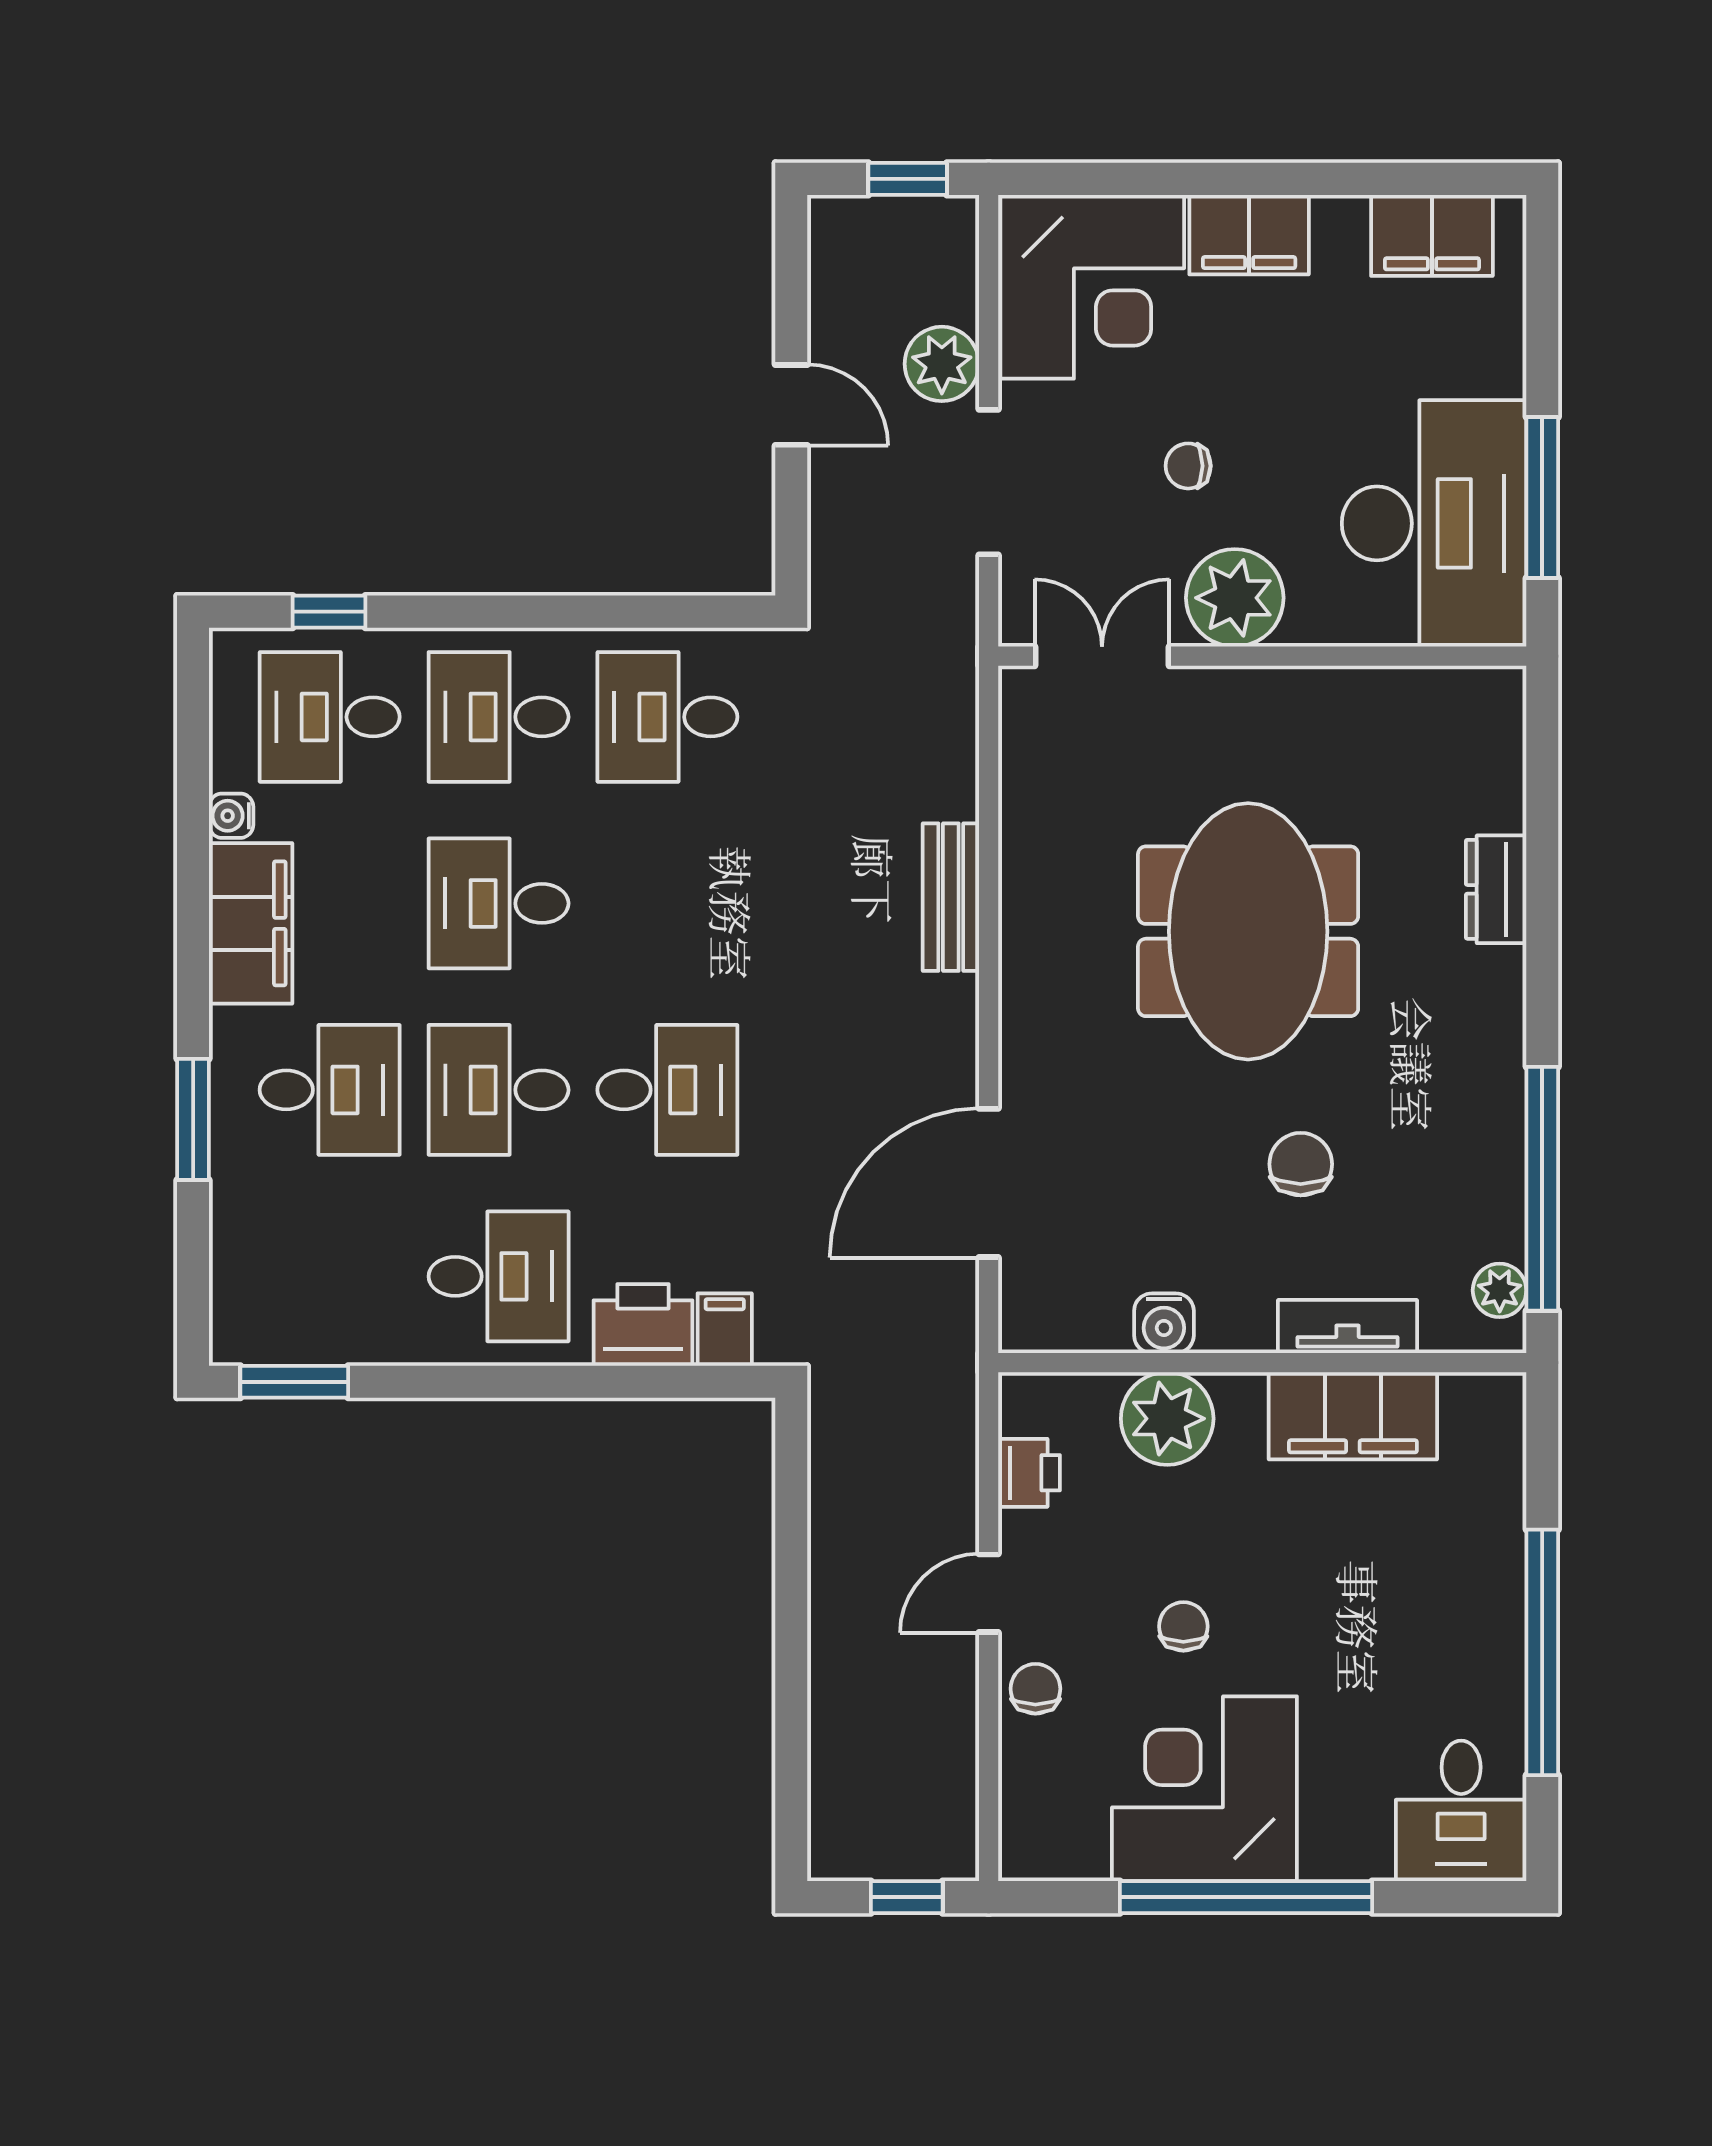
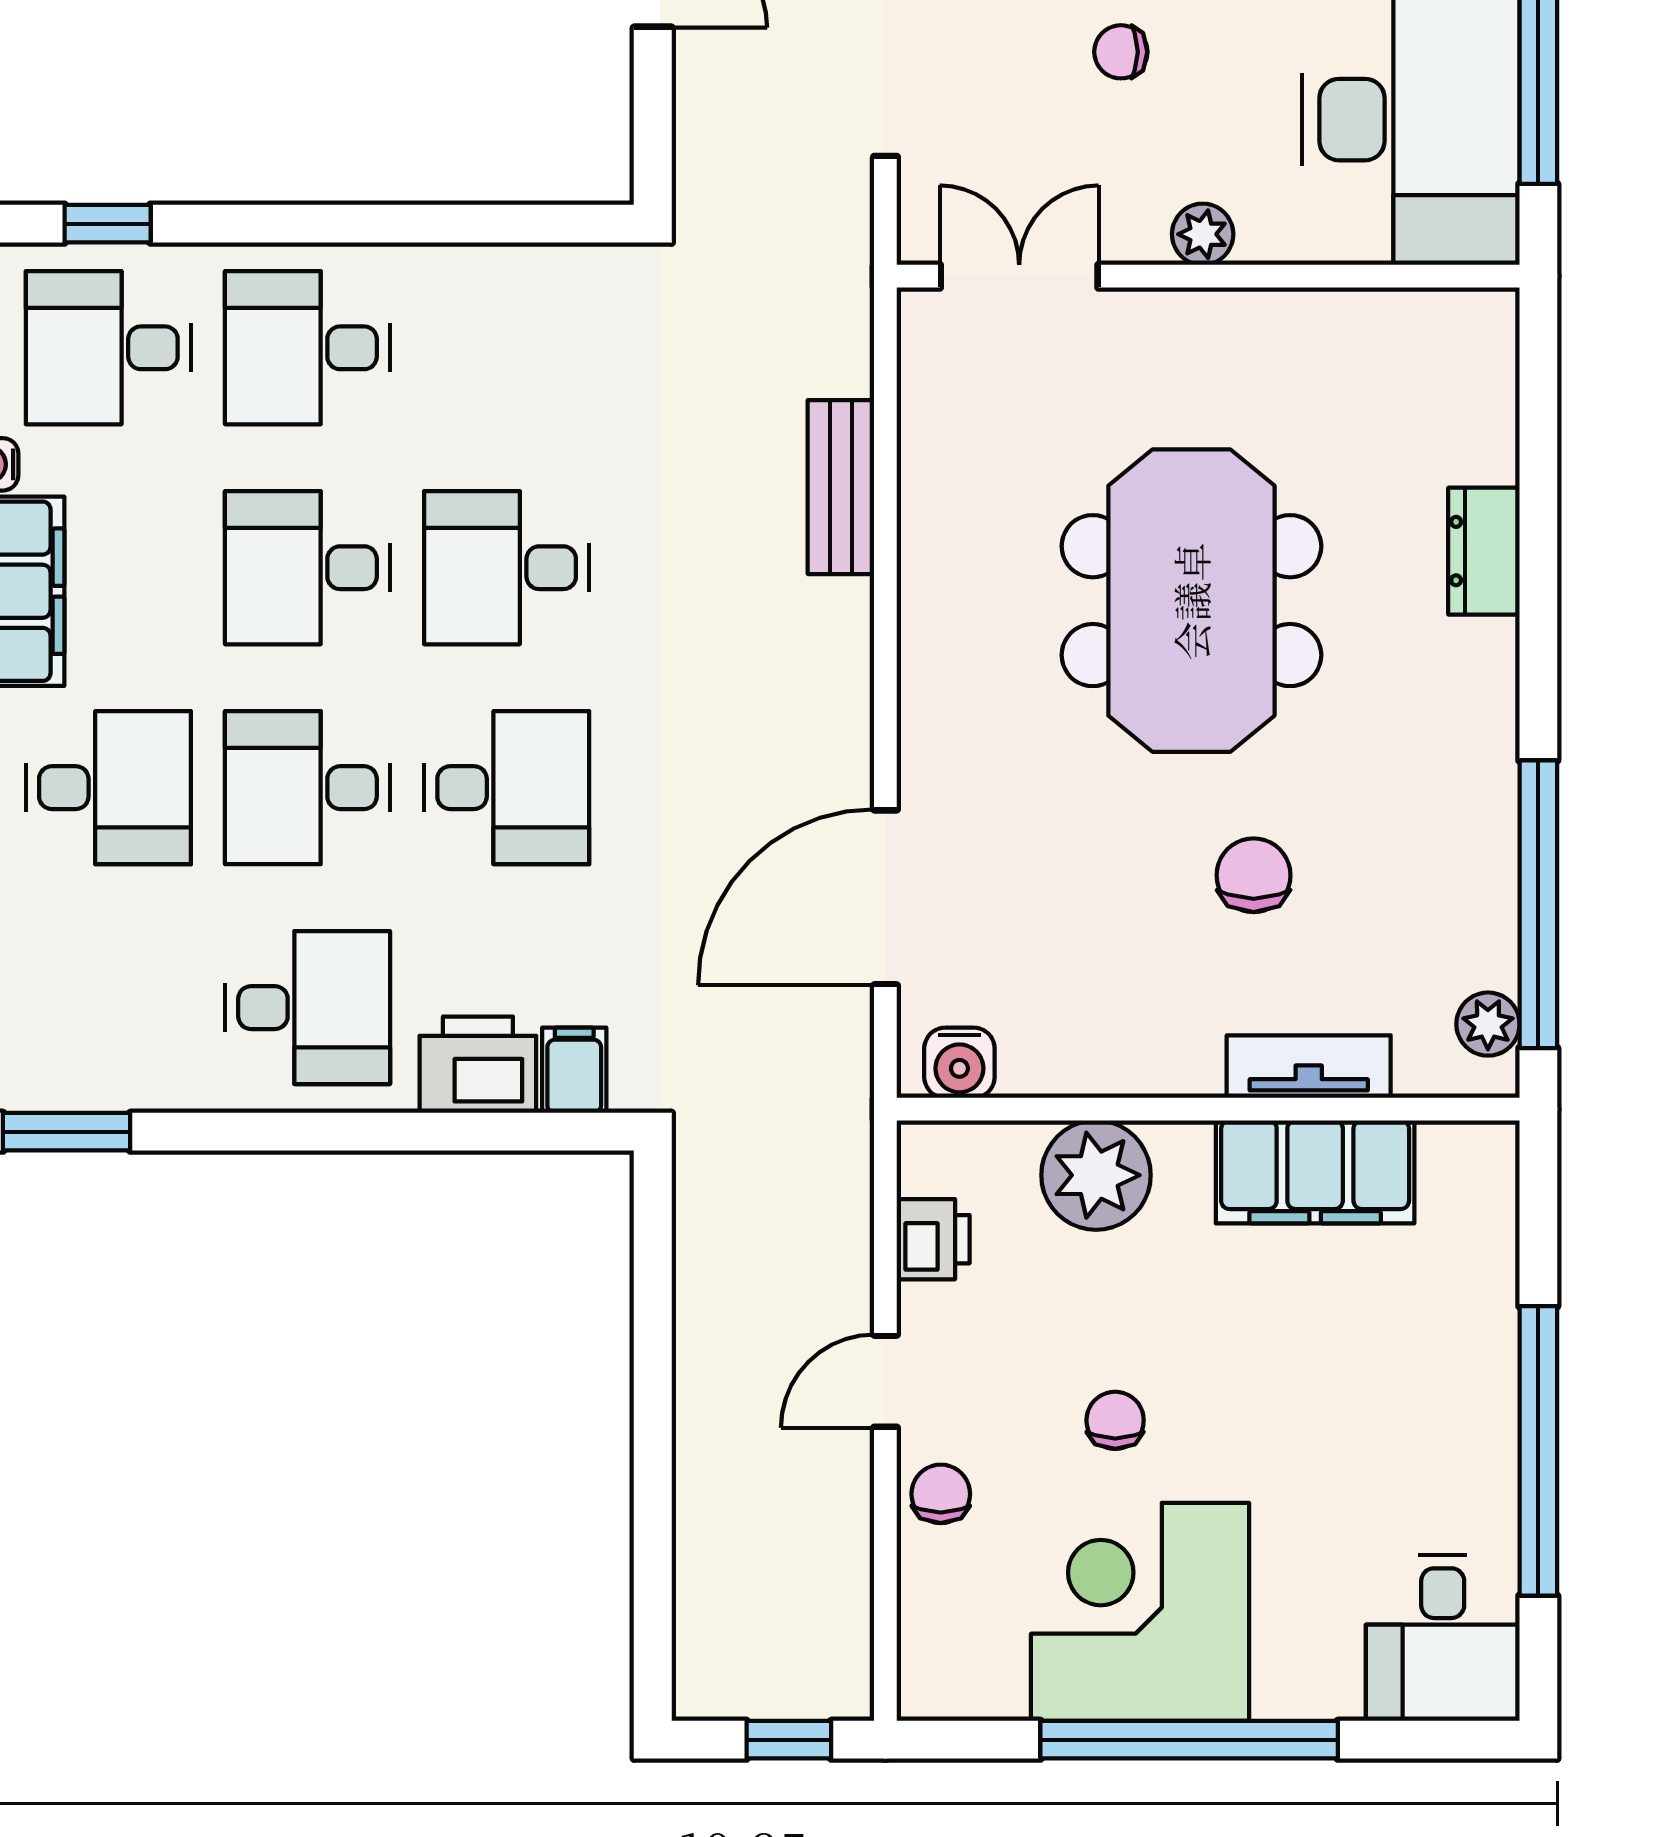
plant: (1235, 598) -> (1203, 234), width x0.53, depth x0.53
desk: (667, 717) -> (507, 568), moved
bench: (951, 897) -> (841, 487), moved
water cooler: (1164, 1323) -> (959, 1063), moved

